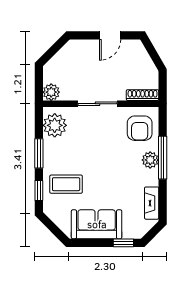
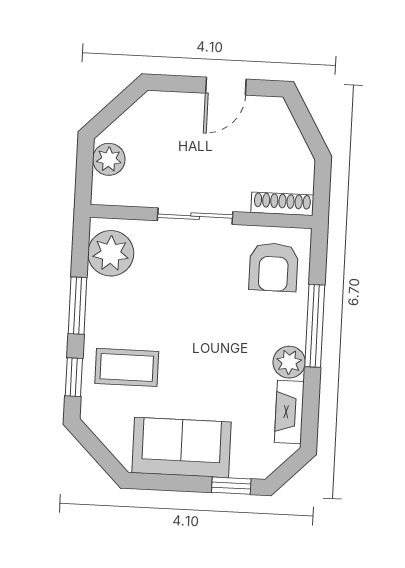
plant: (51, 92) -> (109, 159), moved
plant: (150, 160) -> (289, 362), moved

